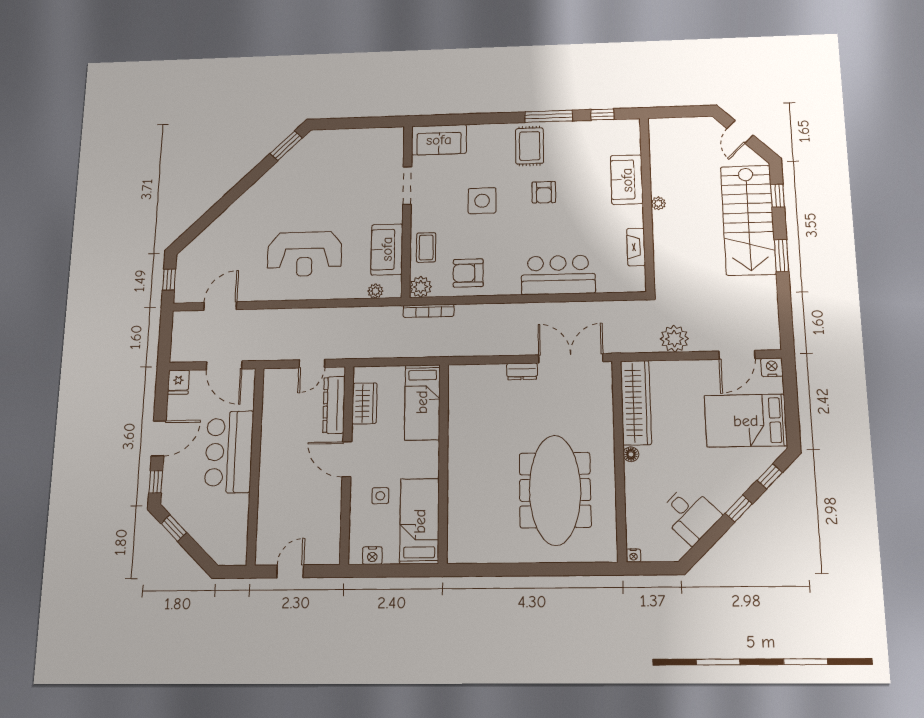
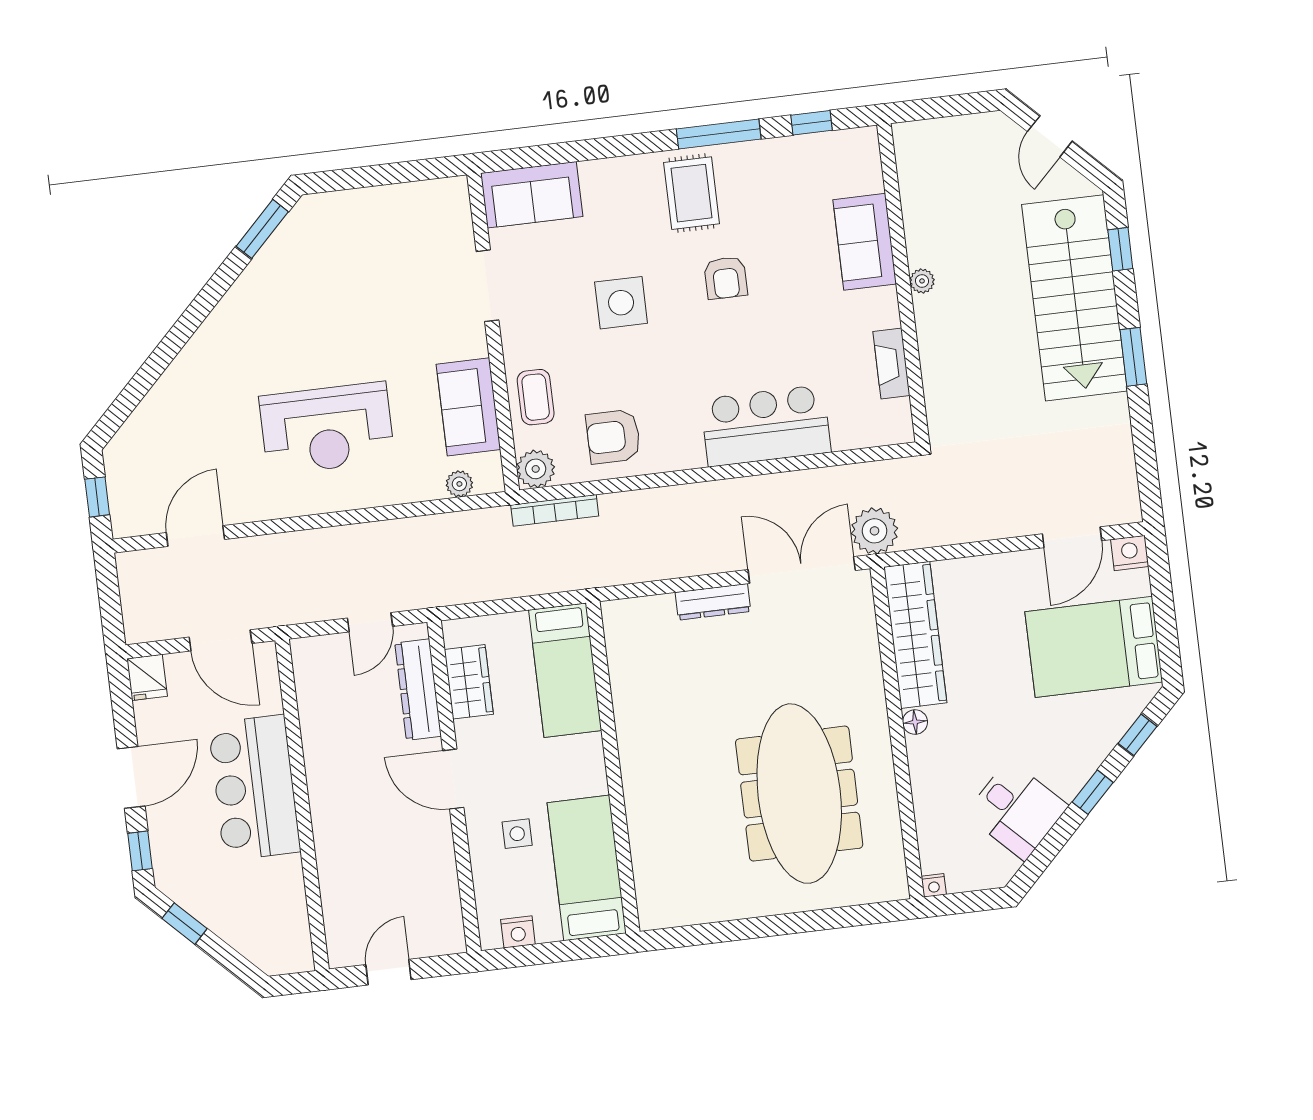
plant: (674, 339) -> (875, 531), moved
dresser: (522, 371) -> (713, 602), width x1.44

